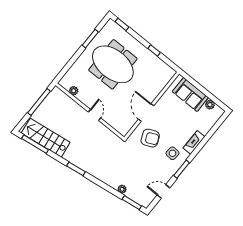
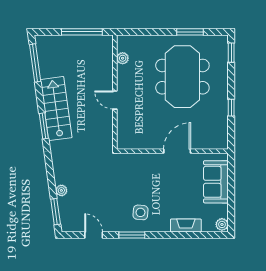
plant: (210, 105) -> (222, 224), moved
door: (146, 113) -> (177, 151), moved
door: (95, 115) -> (115, 100), swing flipped
stairs: (46, 138) -> (56, 109), moved
armchair: (150, 138) -> (137, 177), removed
fireplace: (194, 142) -> (186, 226), moved

